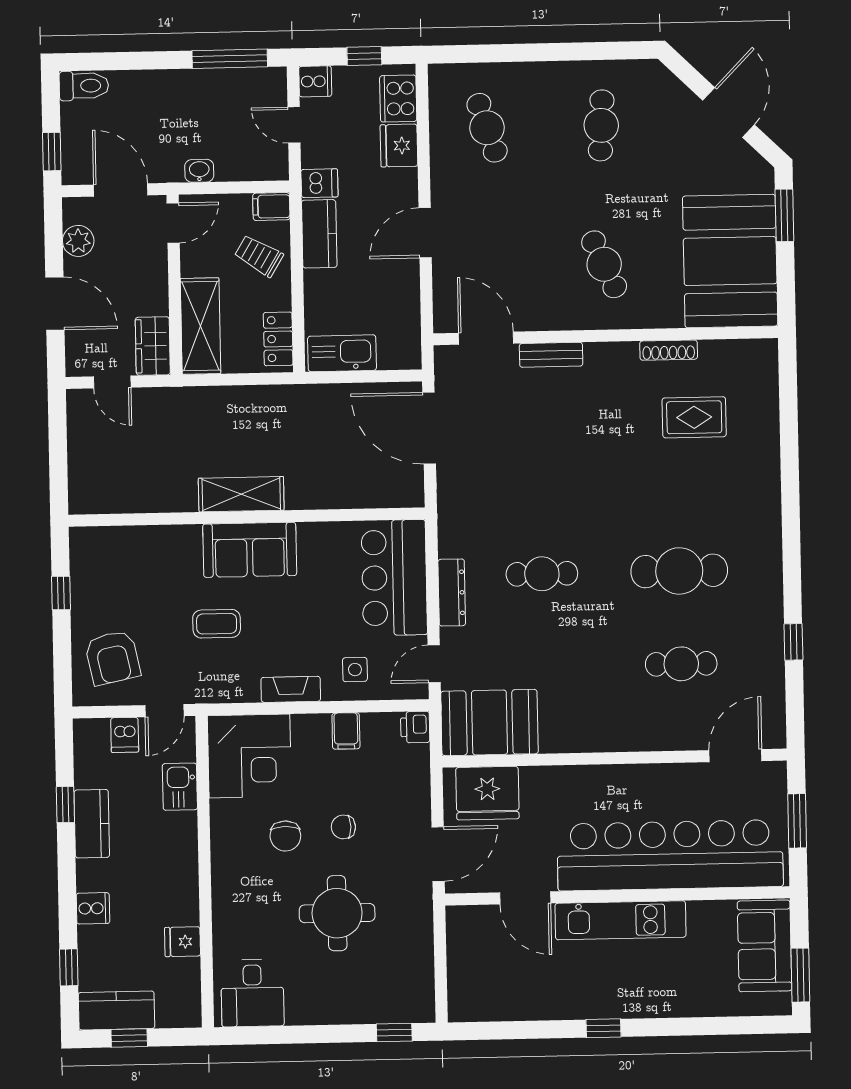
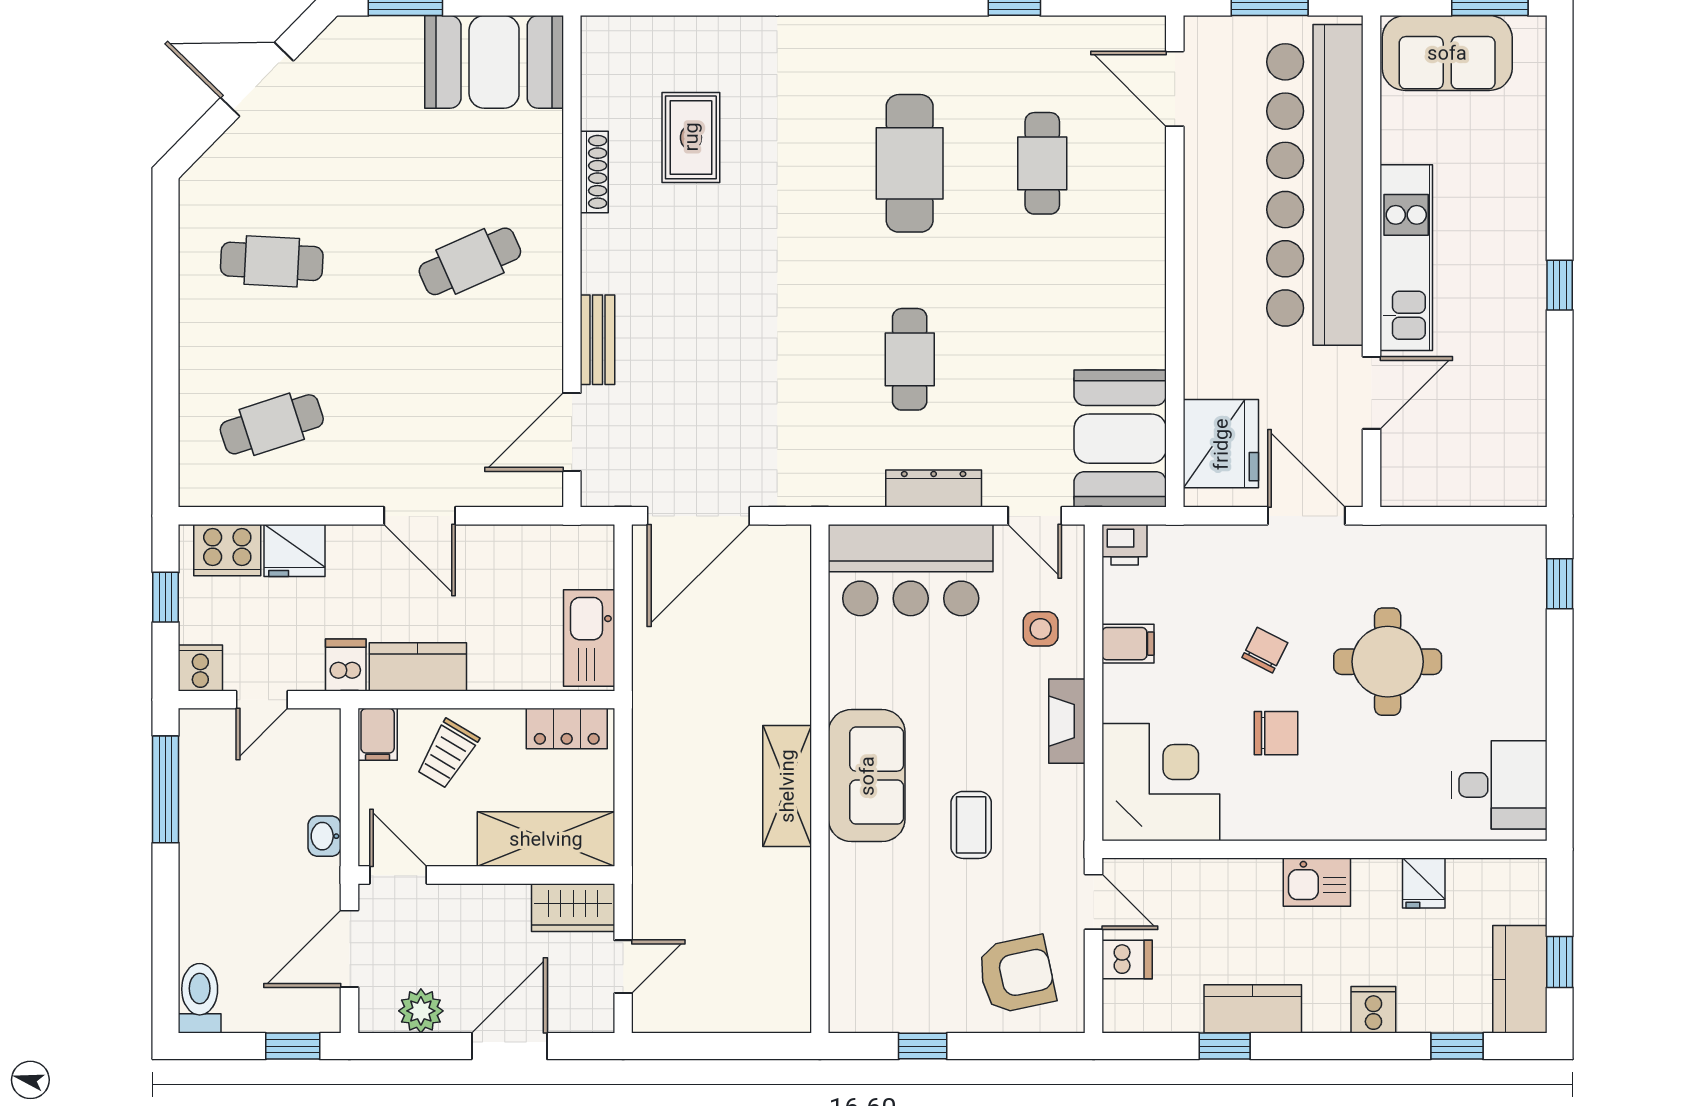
booth: (730, 261) -> (494, 62), width x0.73, depth x0.70
kitchen sink: (180, 787) -> (1317, 882), moved
chair: (343, 827) -> (1265, 650), turned -153

